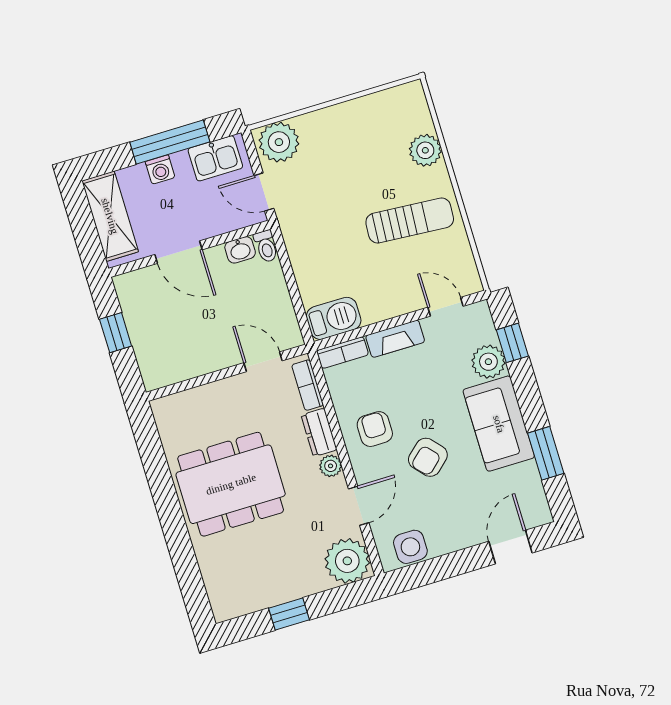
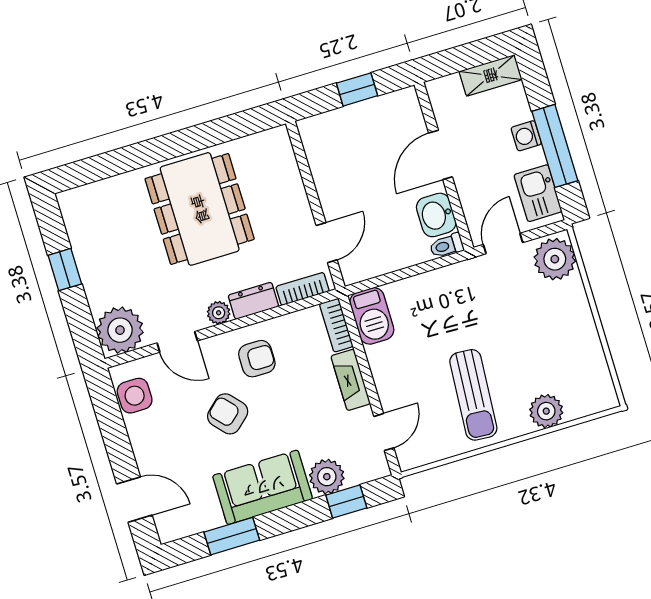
shelving: (110, 216) -> (491, 75), width x0.67, depth x0.75
washbasin: (240, 250) -> (436, 215), width x1.38, depth x1.45

